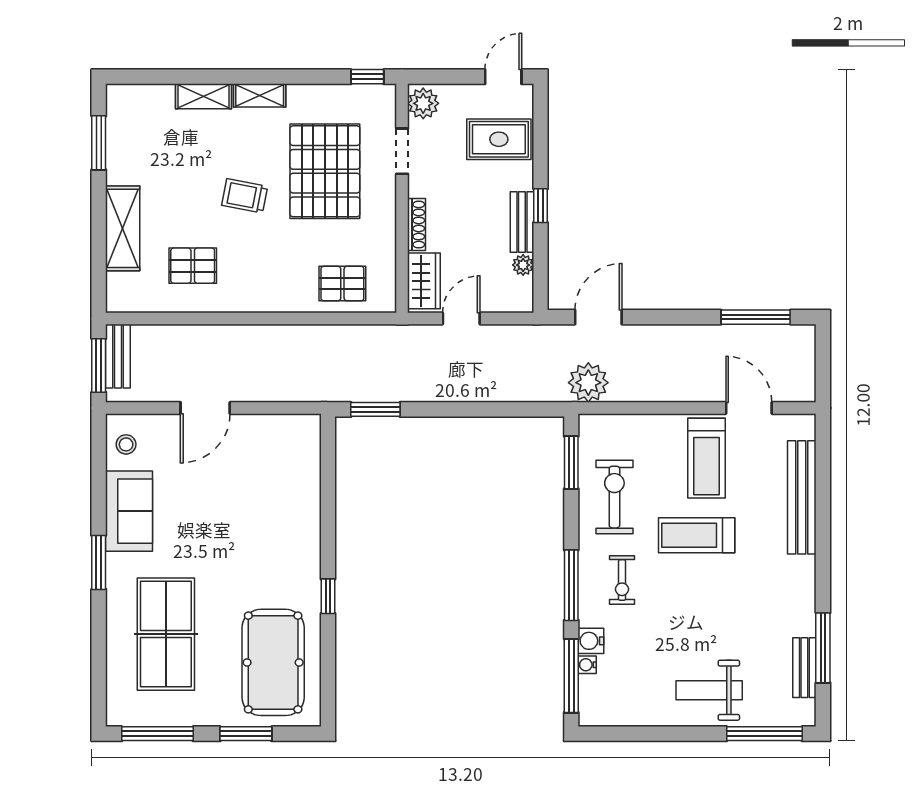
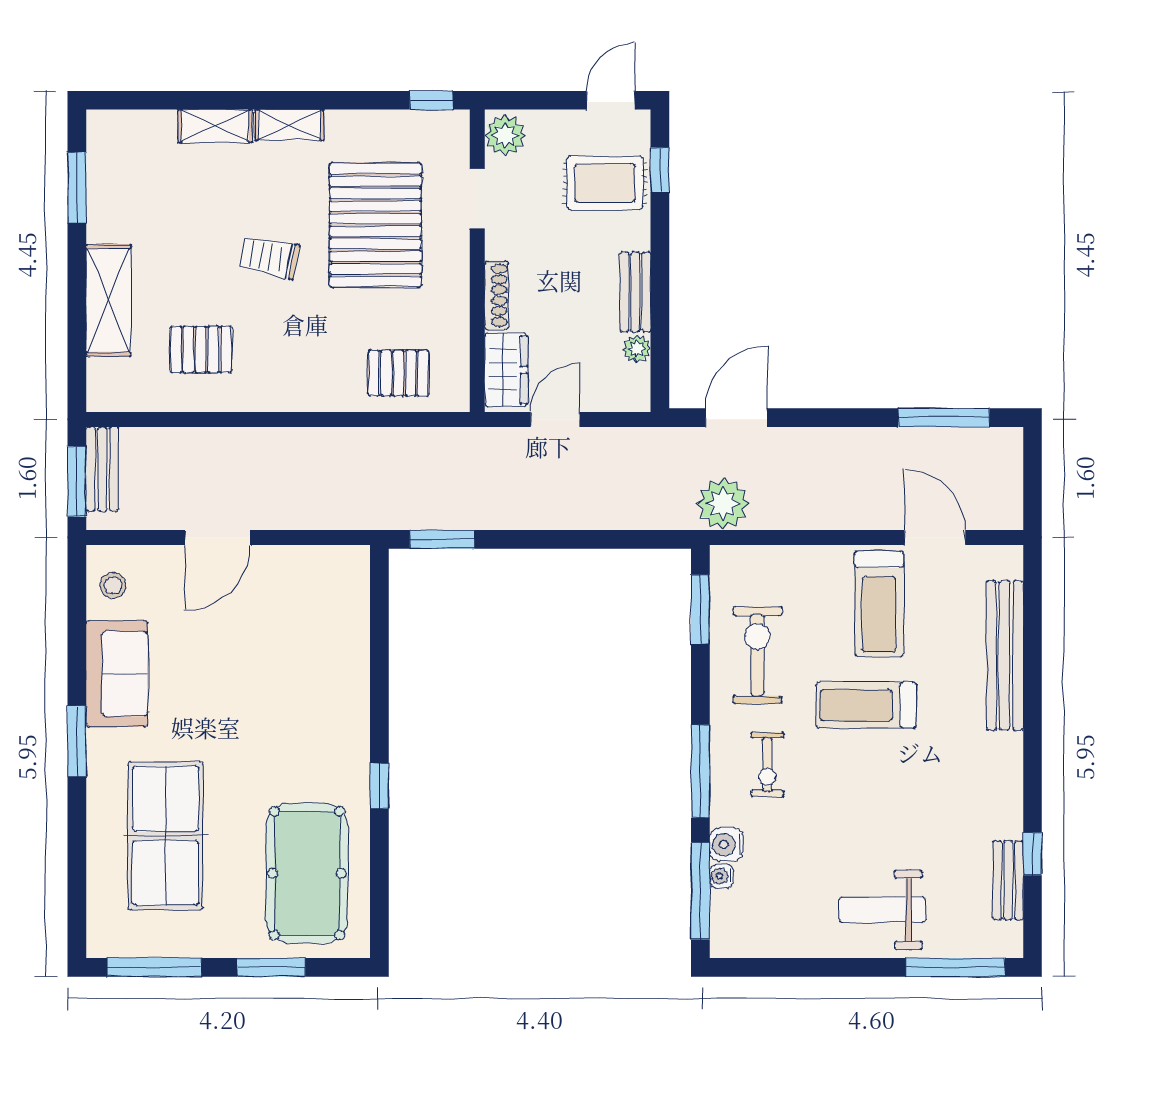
window: (540, 206) -> (660, 170), moved
window: (823, 648) -> (1033, 854), width x0.46

